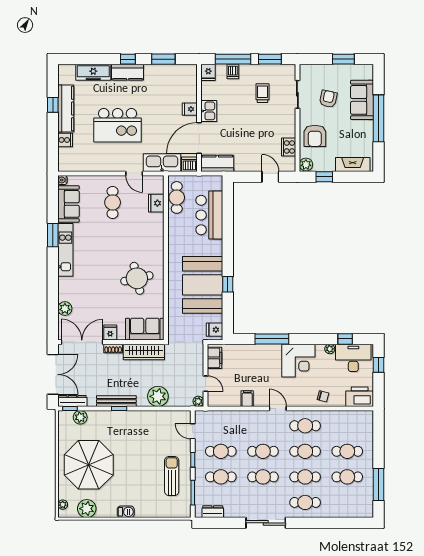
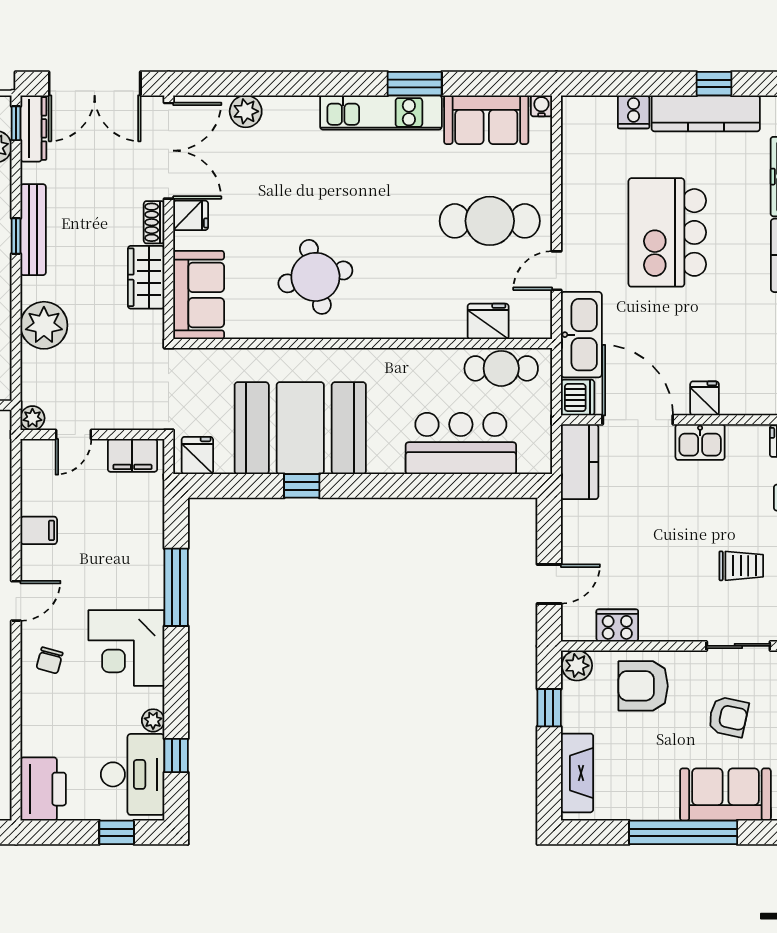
cafe table: (113, 202) -> (490, 221), width x1.37, depth x1.35
wardrobe: (144, 352) -> (146, 277), width x0.67
chair: (323, 396) -> (50, 660), moved

